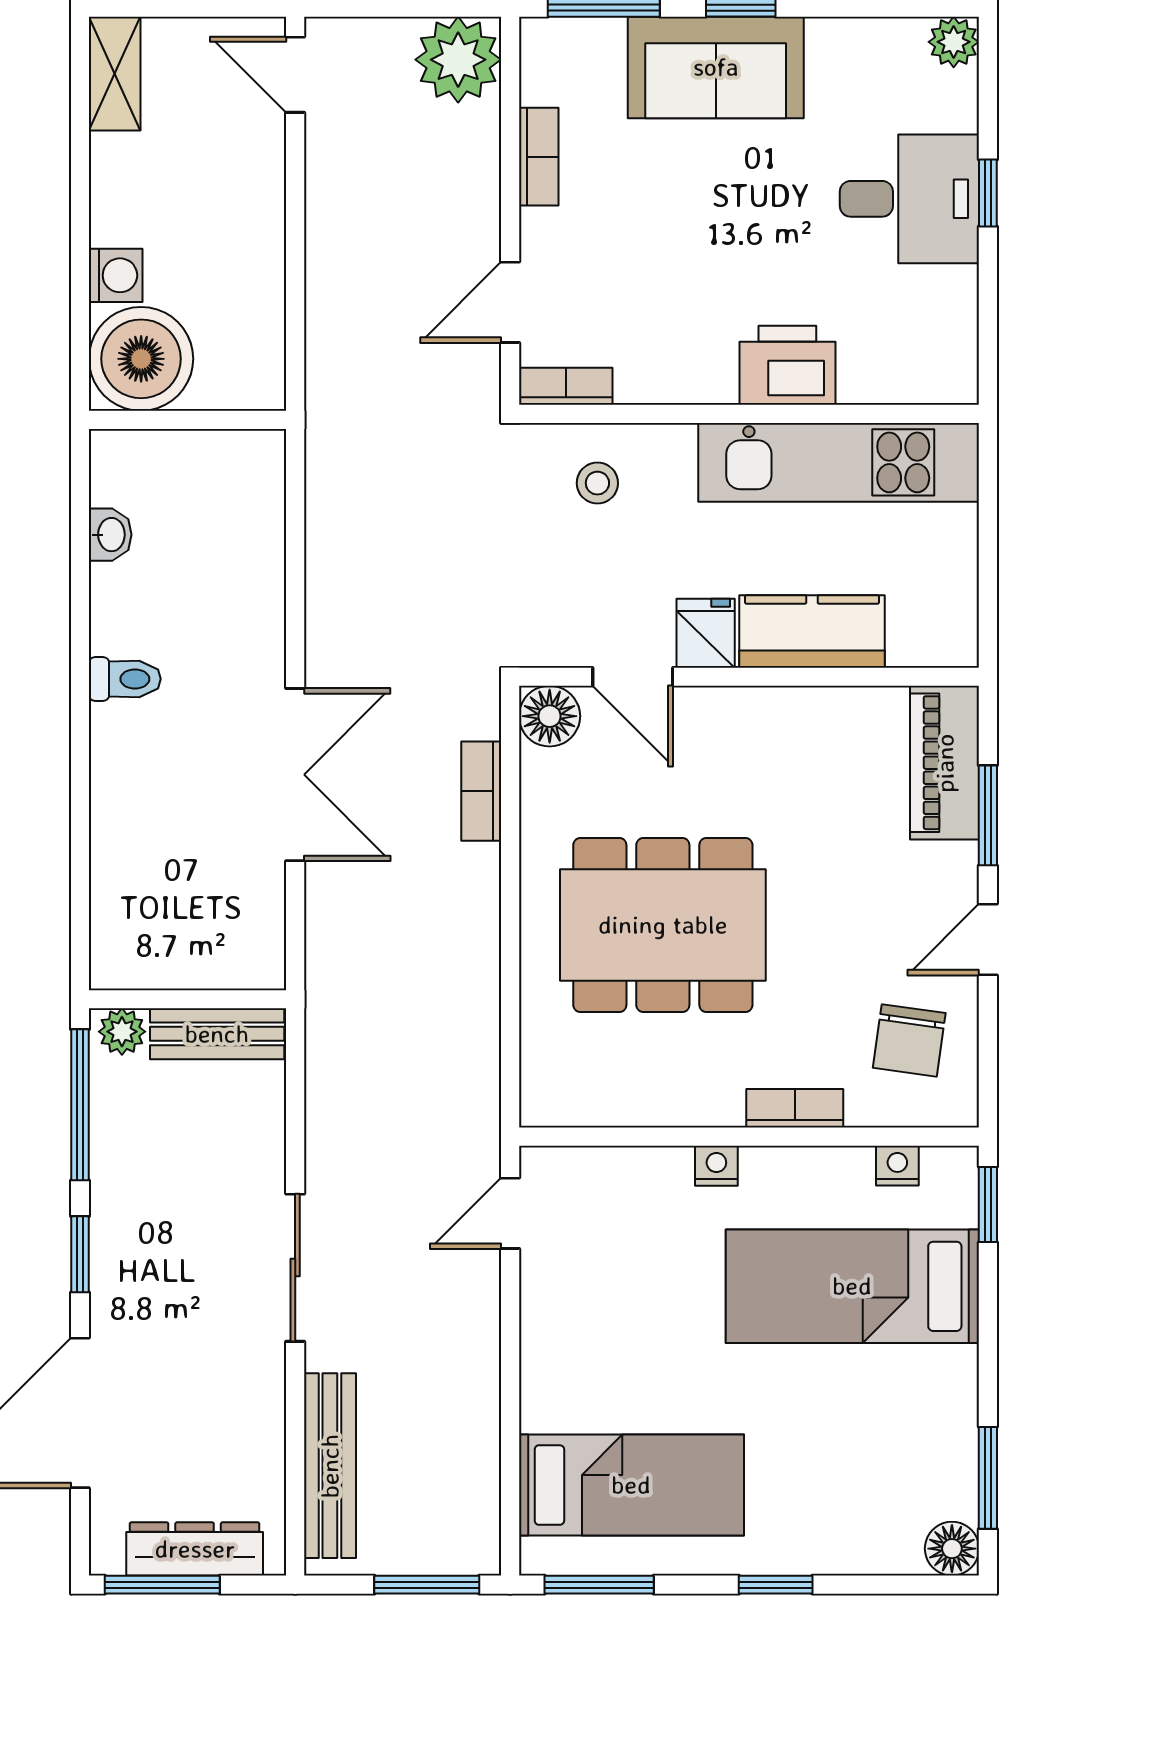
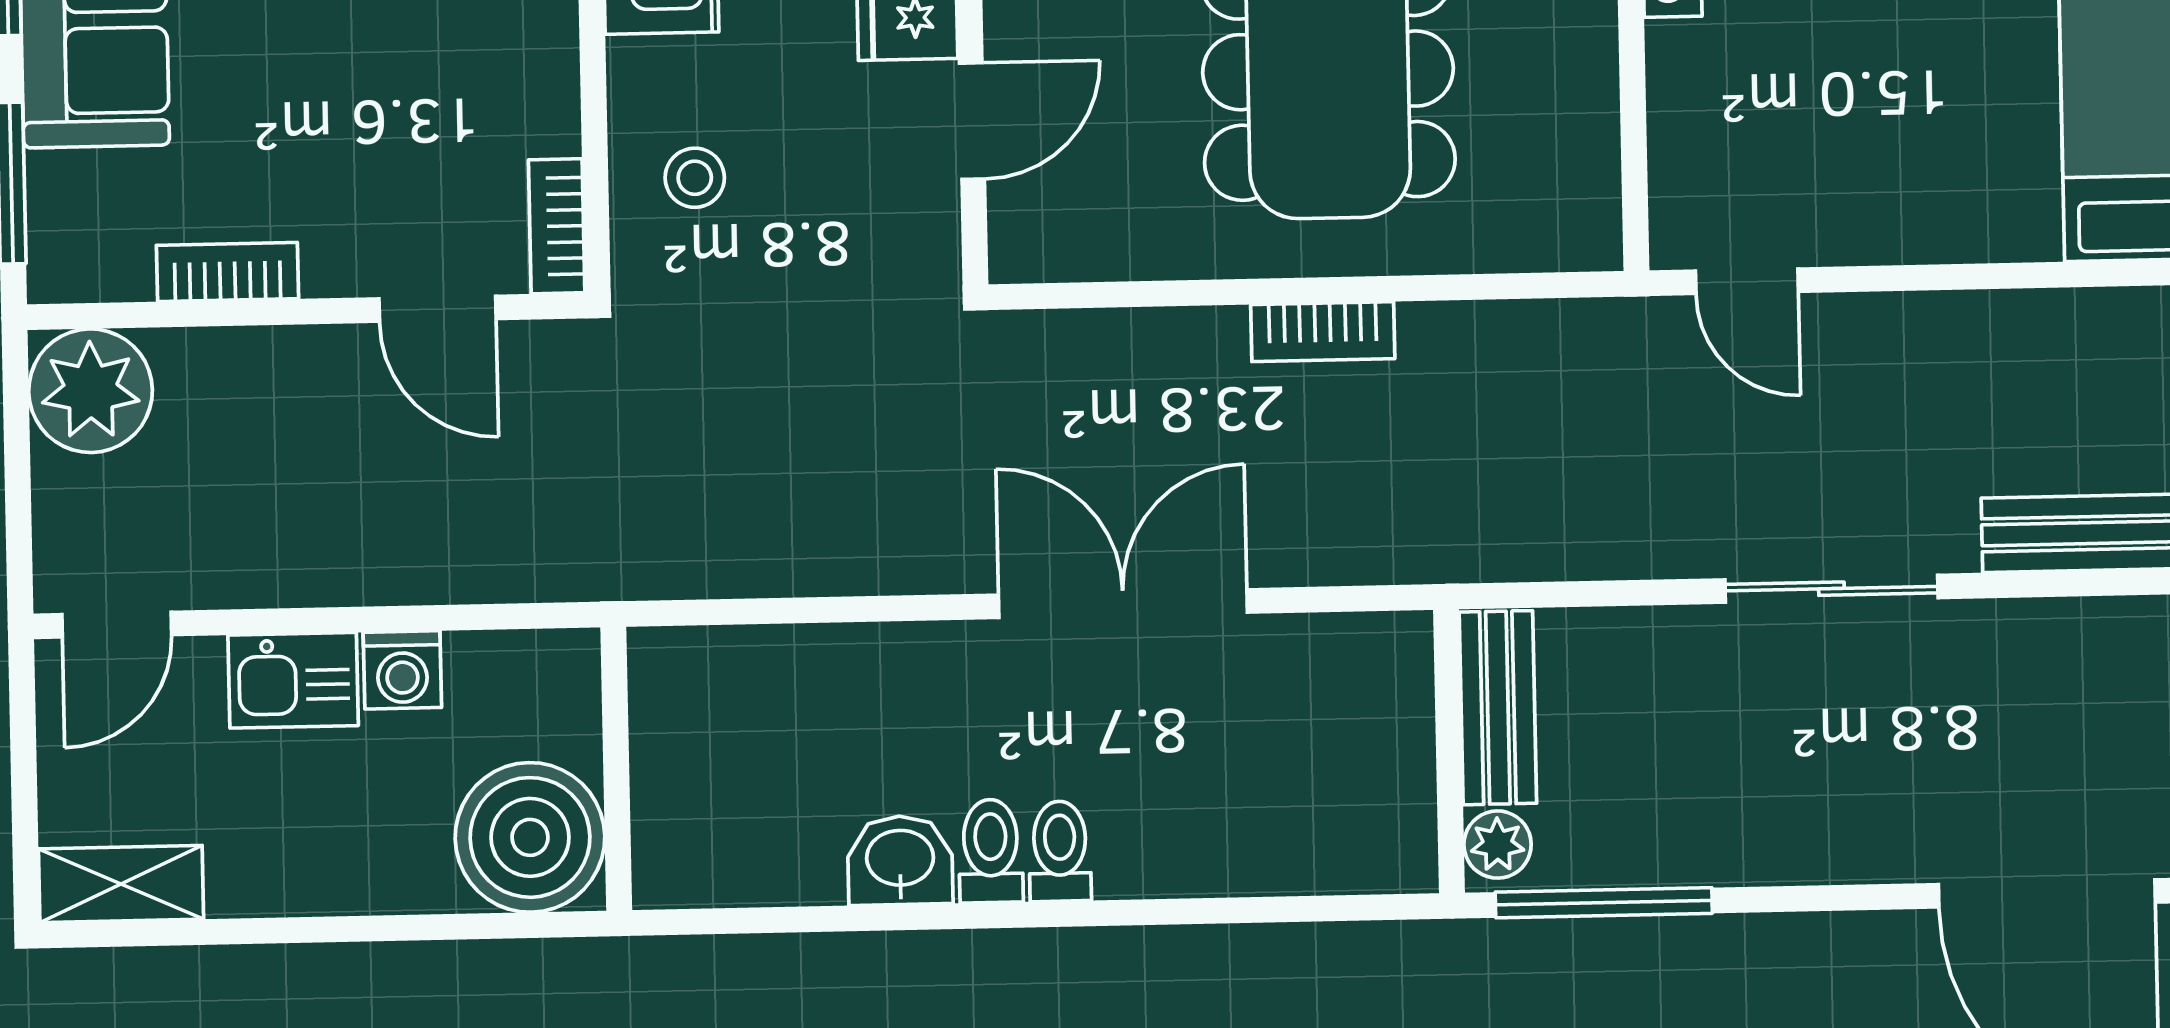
kitchen sink: (254, 196) -> (293, 680), added
washing machine: (116, 275) -> (402, 670), moved, turned 180
washbasin: (110, 535) -> (900, 860), moved, width x1.38, depth x1.45
floor lamp: (550, 716) -> (1031, 240), removed
toilet: (124, 727) -> (1060, 851), added
bookcase: (481, 791) -> (1323, 332), moved
window: (80, 1254) -> (1819, 898), removed

